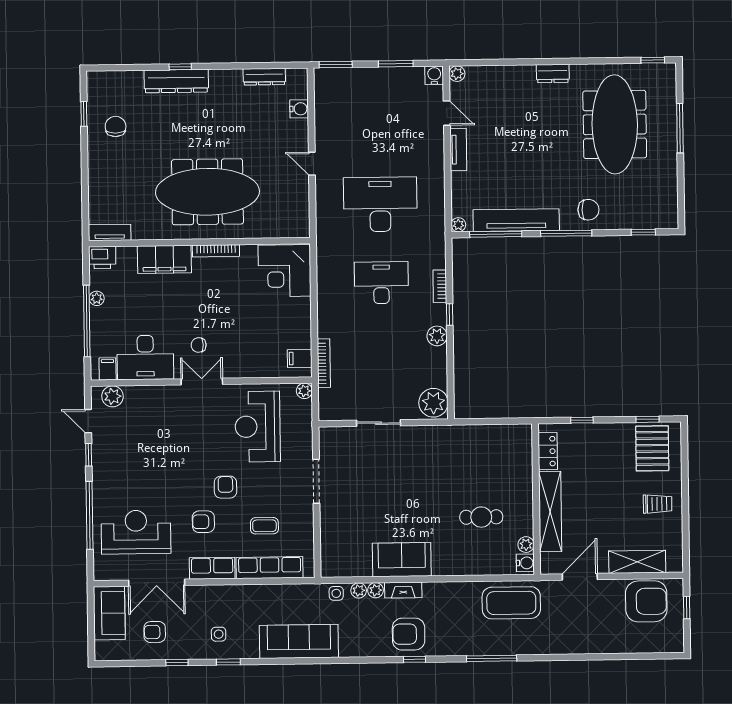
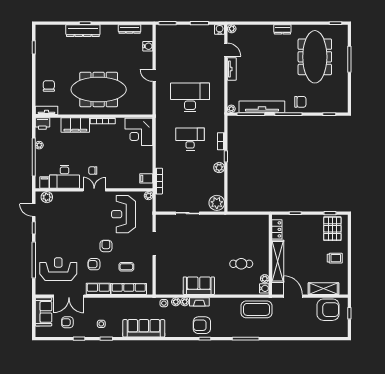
chair: (116, 126) -> (49, 86), moved
door: (580, 577) -> (293, 296), hinge flipped

